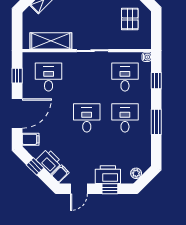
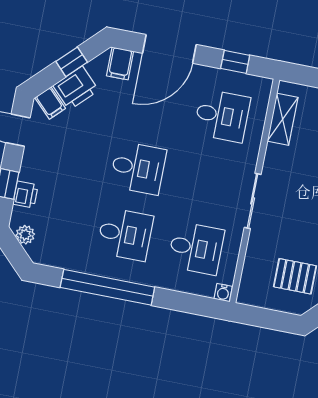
shelving: (51, 41) -> (283, 119), width x0.67, depth x0.75
window: (156, 81) -> (179, 301), removed
door: (17, 113) -> (169, 49), hinge flipped
window: (156, 122) -> (107, 287), width x2.11
printer: (108, 175) -> (26, 195), width x0.53, depth x0.68

